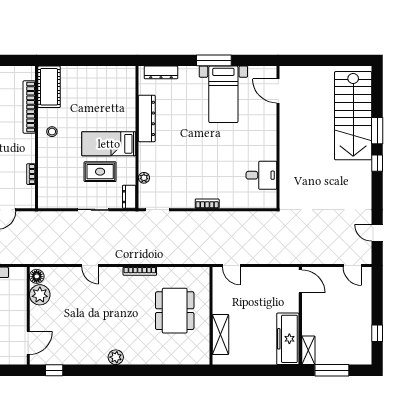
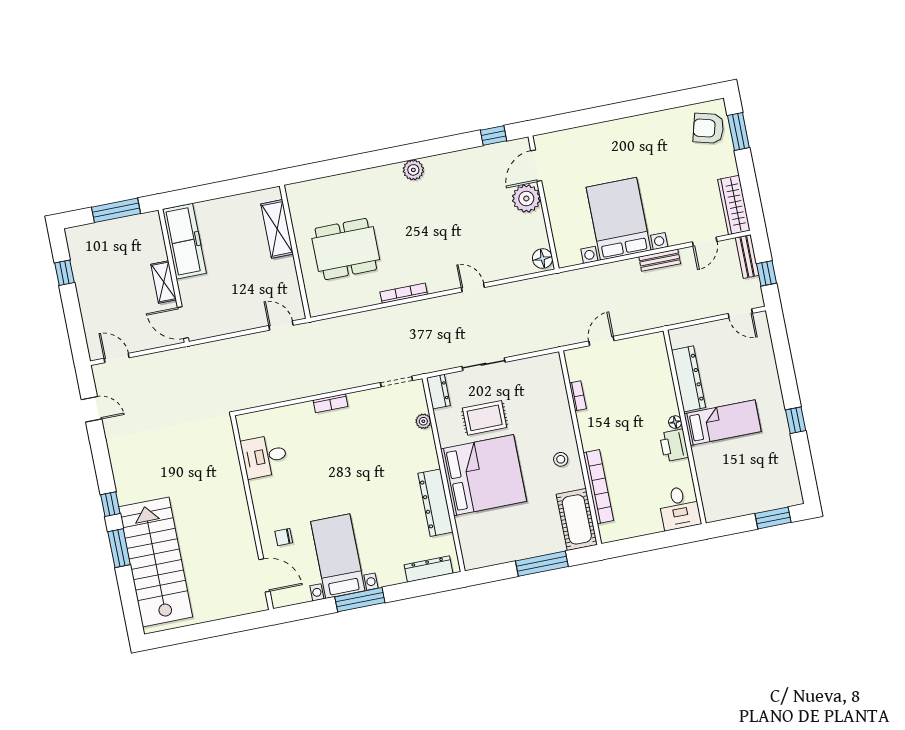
window: (80, 60) -> (542, 564), added
chair: (259, 115) -> (284, 537), added
bed: (109, 144) -> (484, 475), width x2.04
plant: (40, 295) -> (526, 198), moved
dining table: (175, 311) -> (346, 249), turned 90
shelving: (308, 350) -> (164, 282), moved

